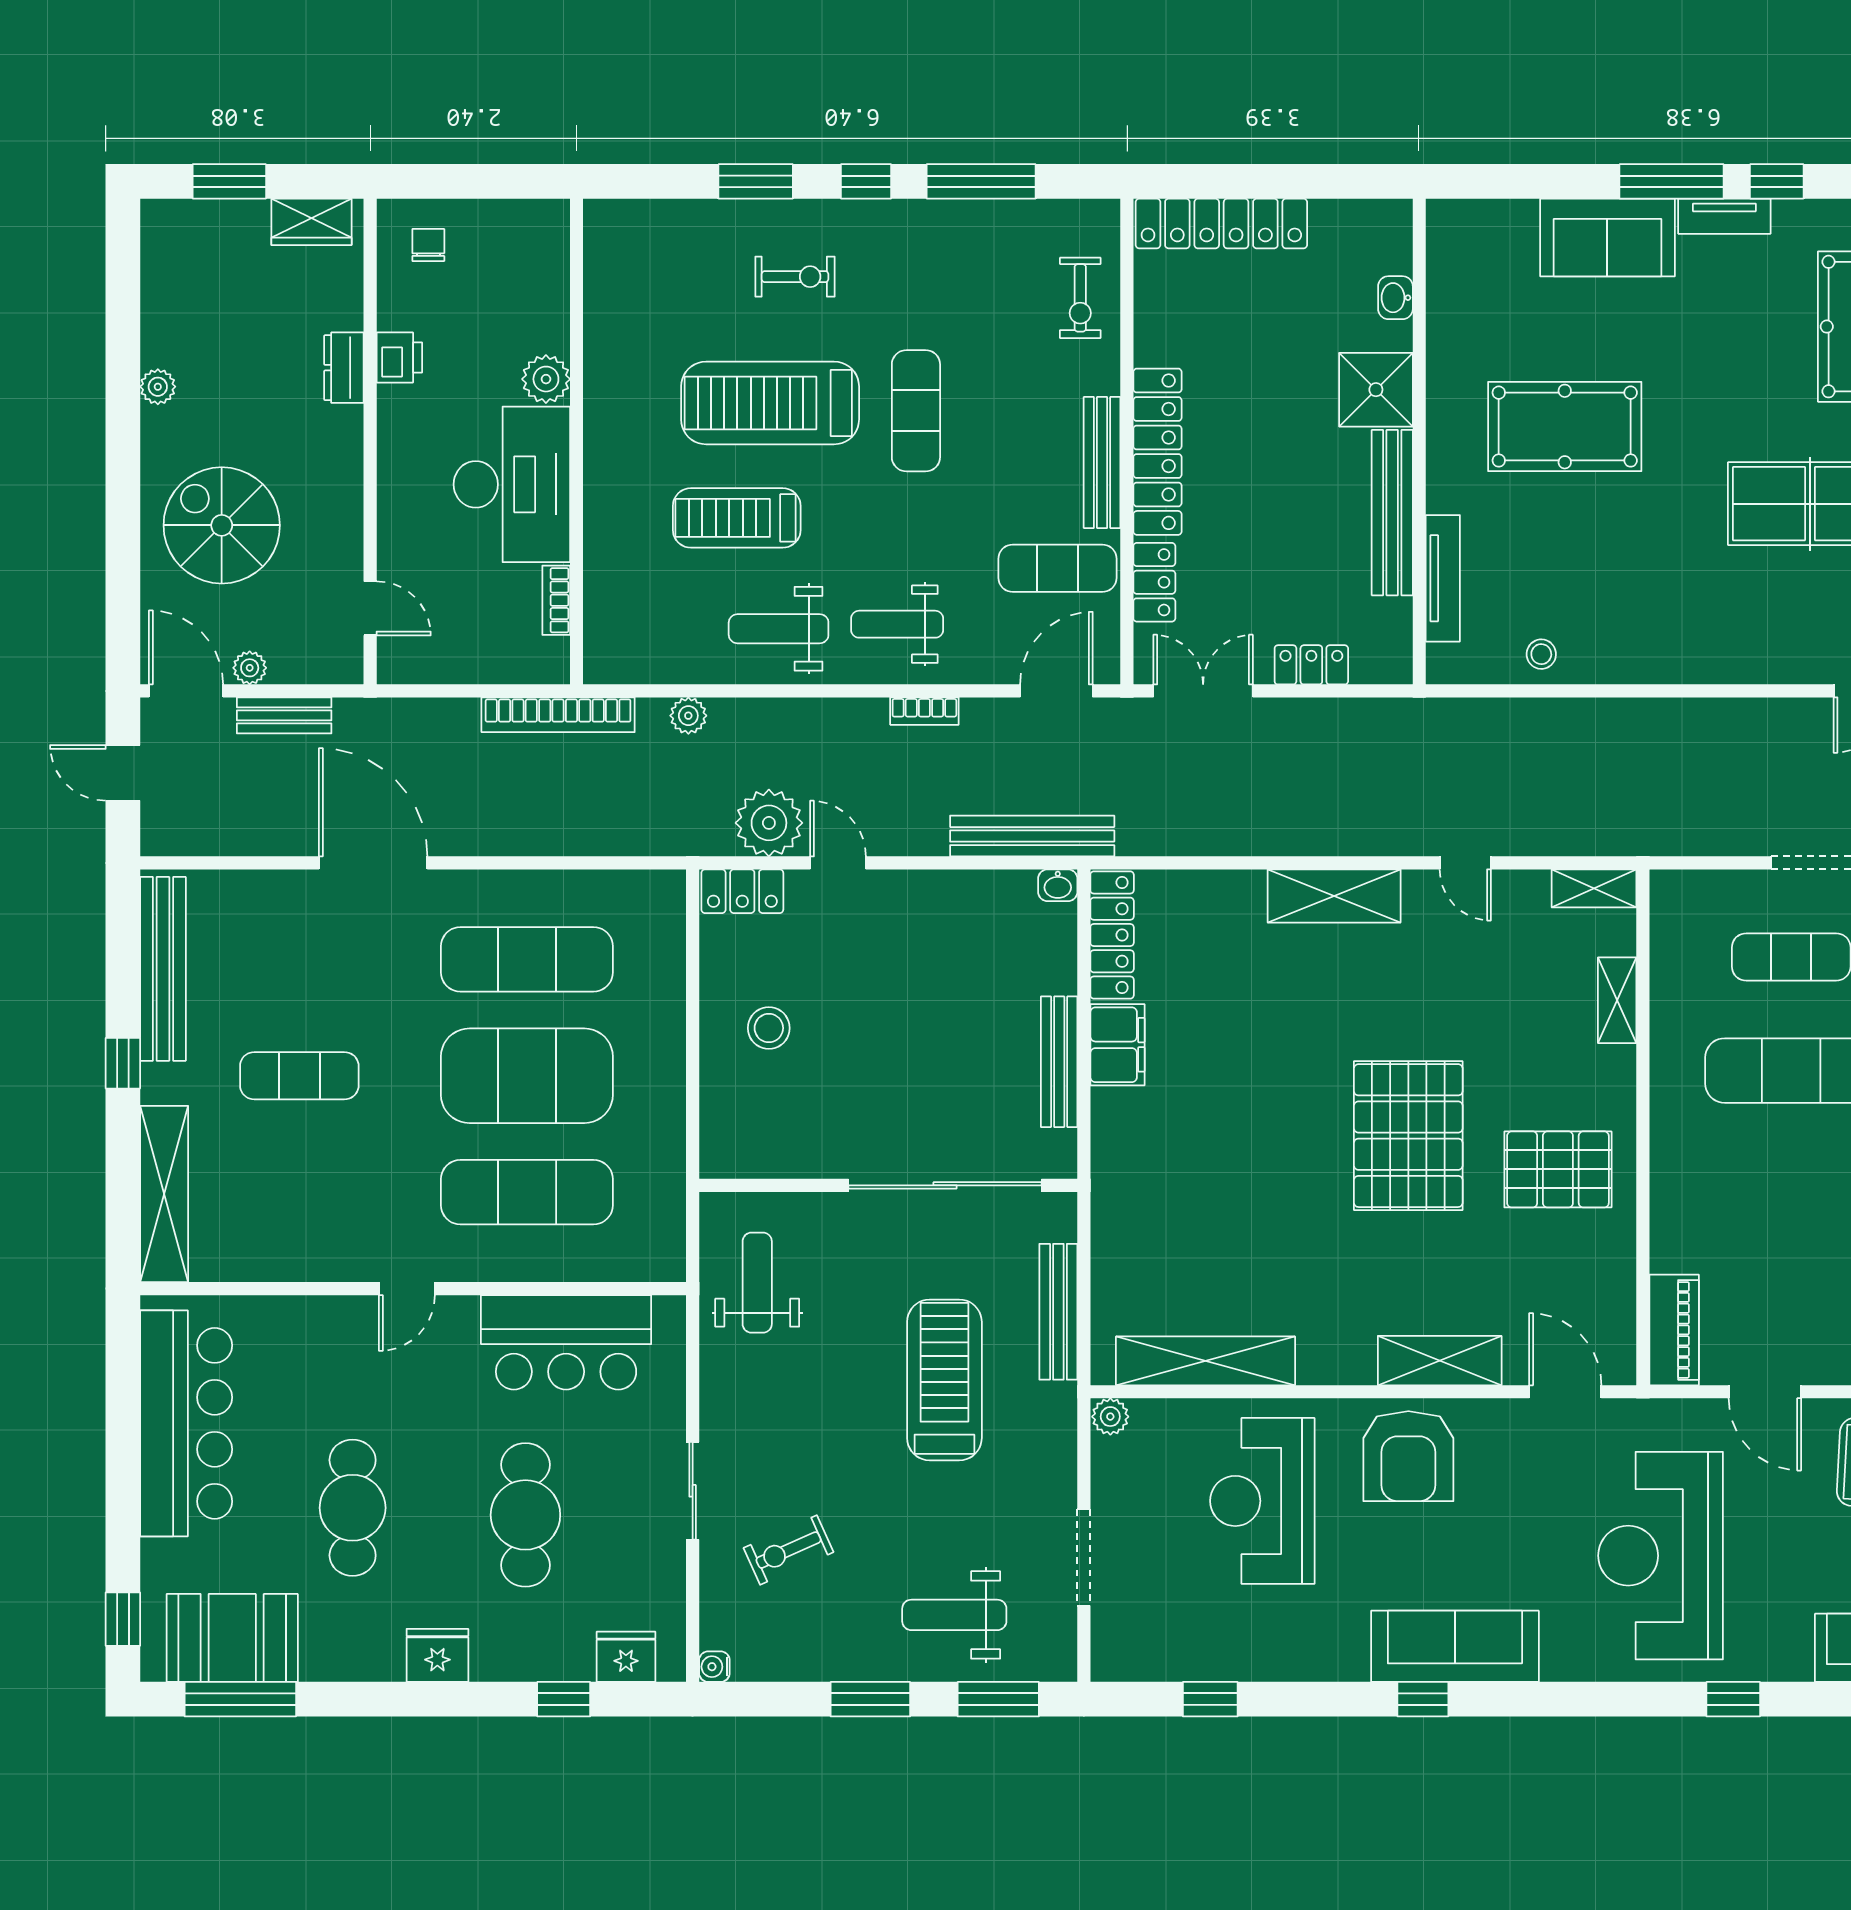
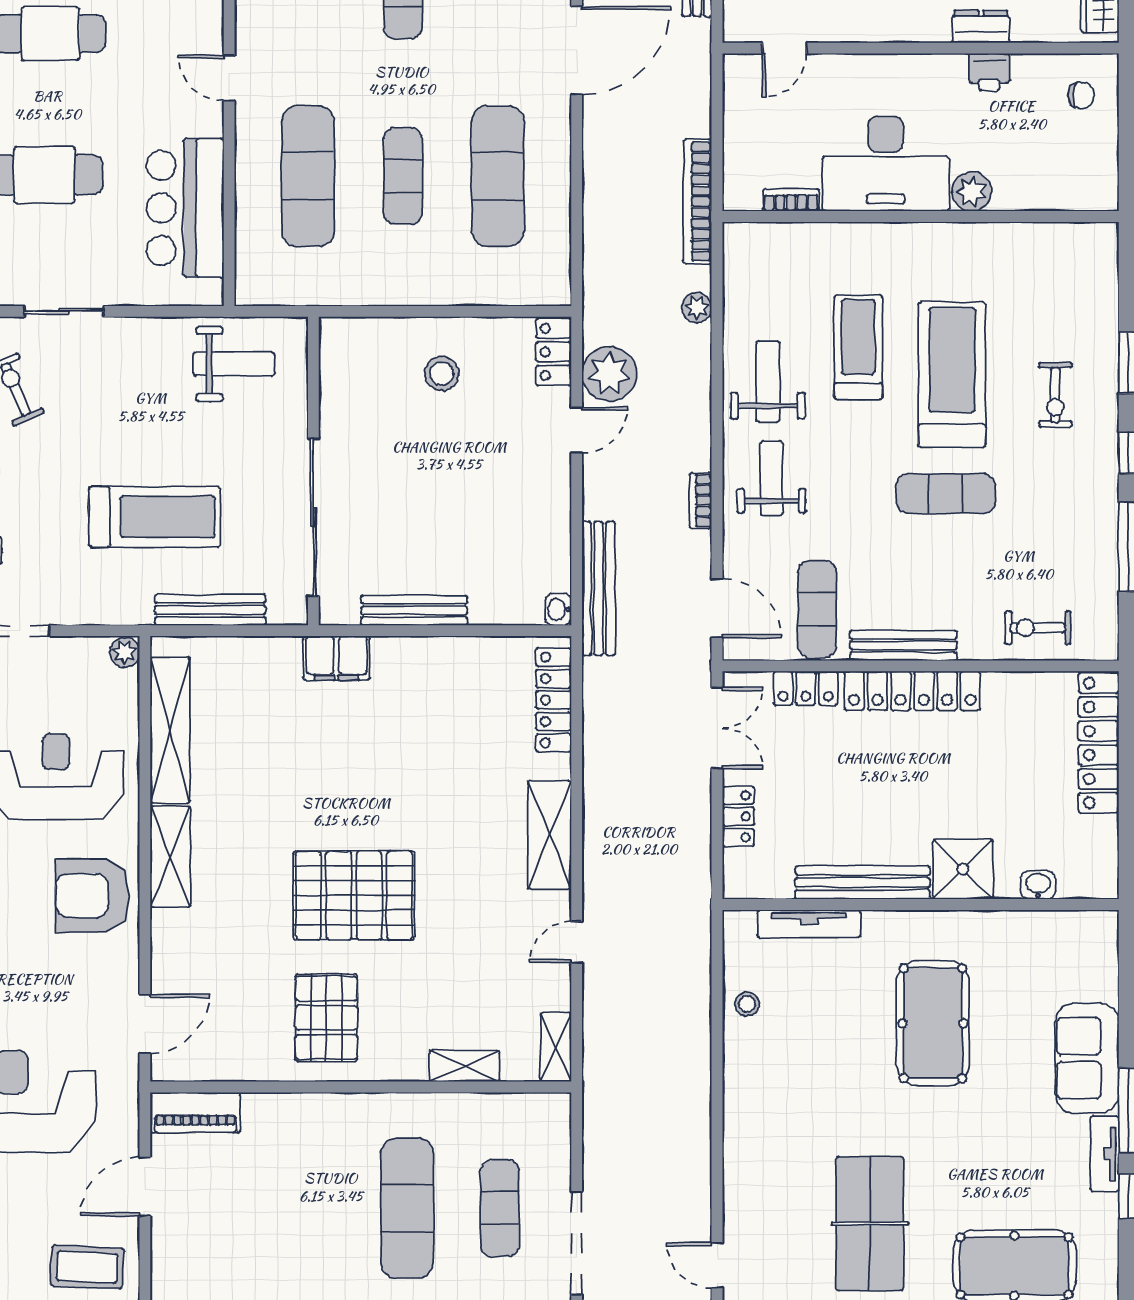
locker: (1112, 935) -> (554, 700), moved, turned 90
filing cabinet: (1117, 1045) -> (337, 658), moved
exercise mat: (527, 1076) -> (403, 176), width x0.50, depth x0.69
shelving: (1440, 1361) -> (170, 856), moved

